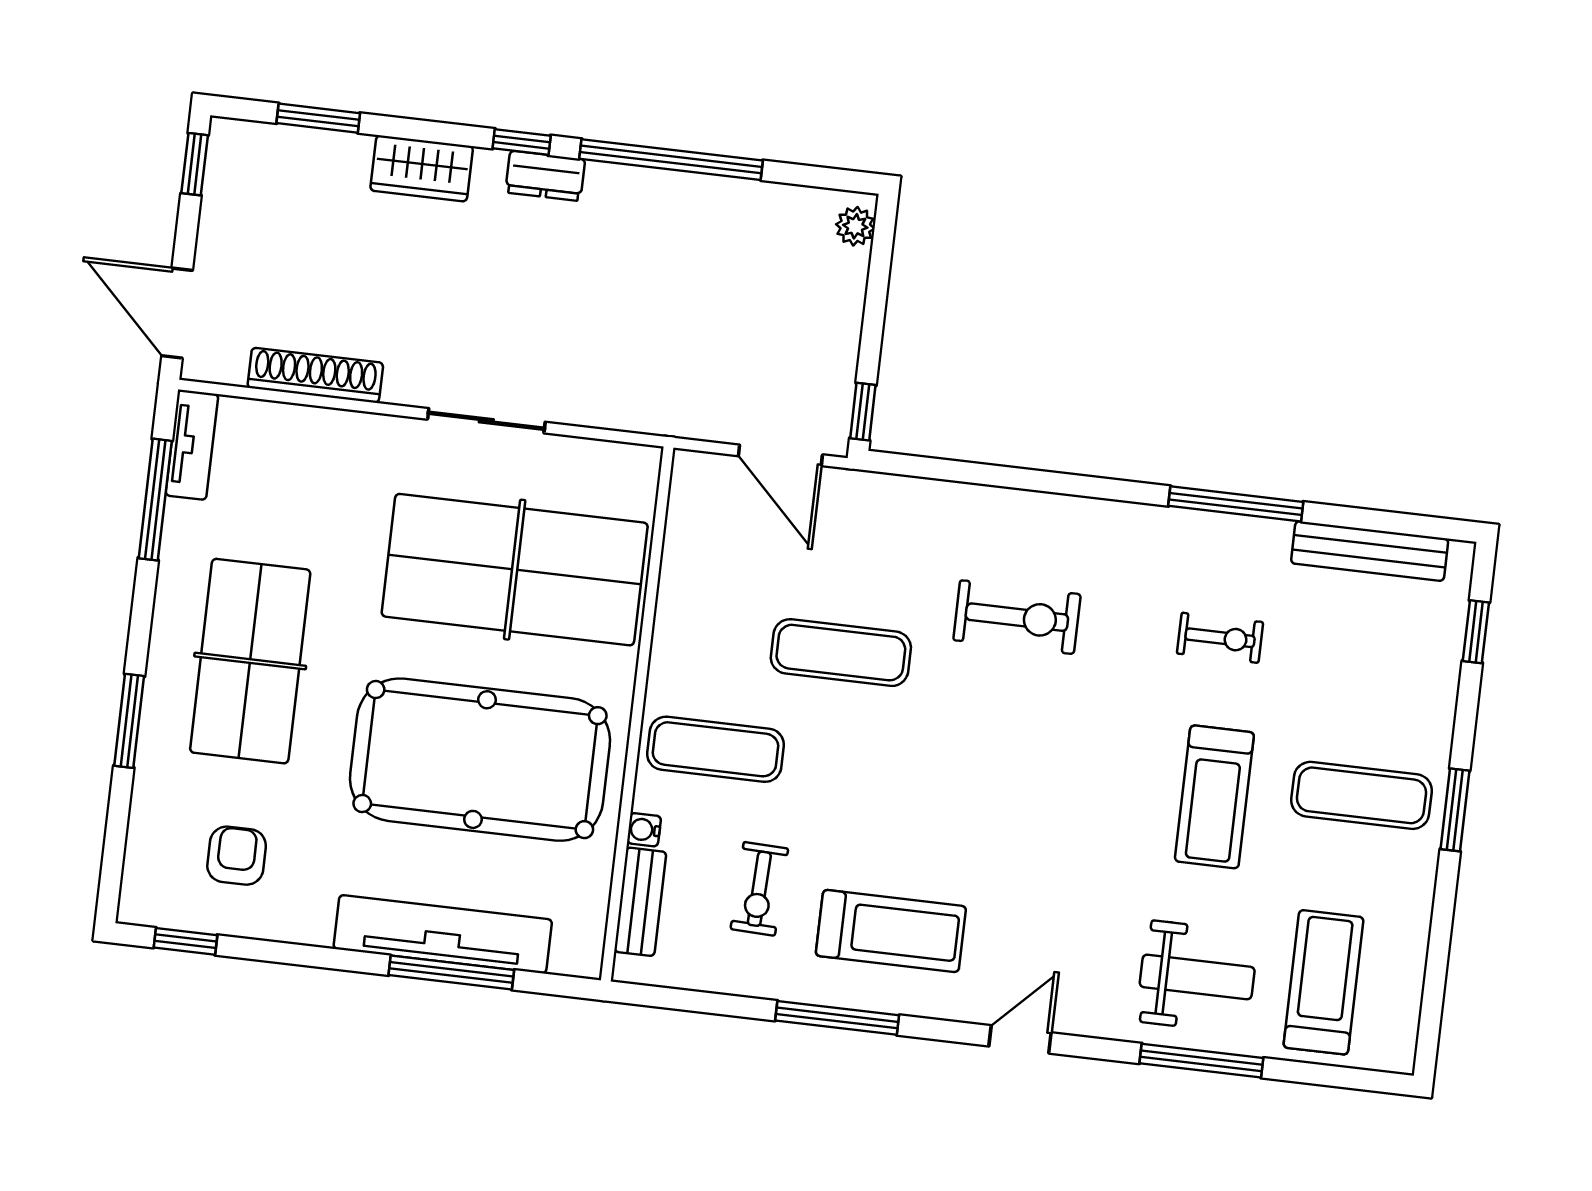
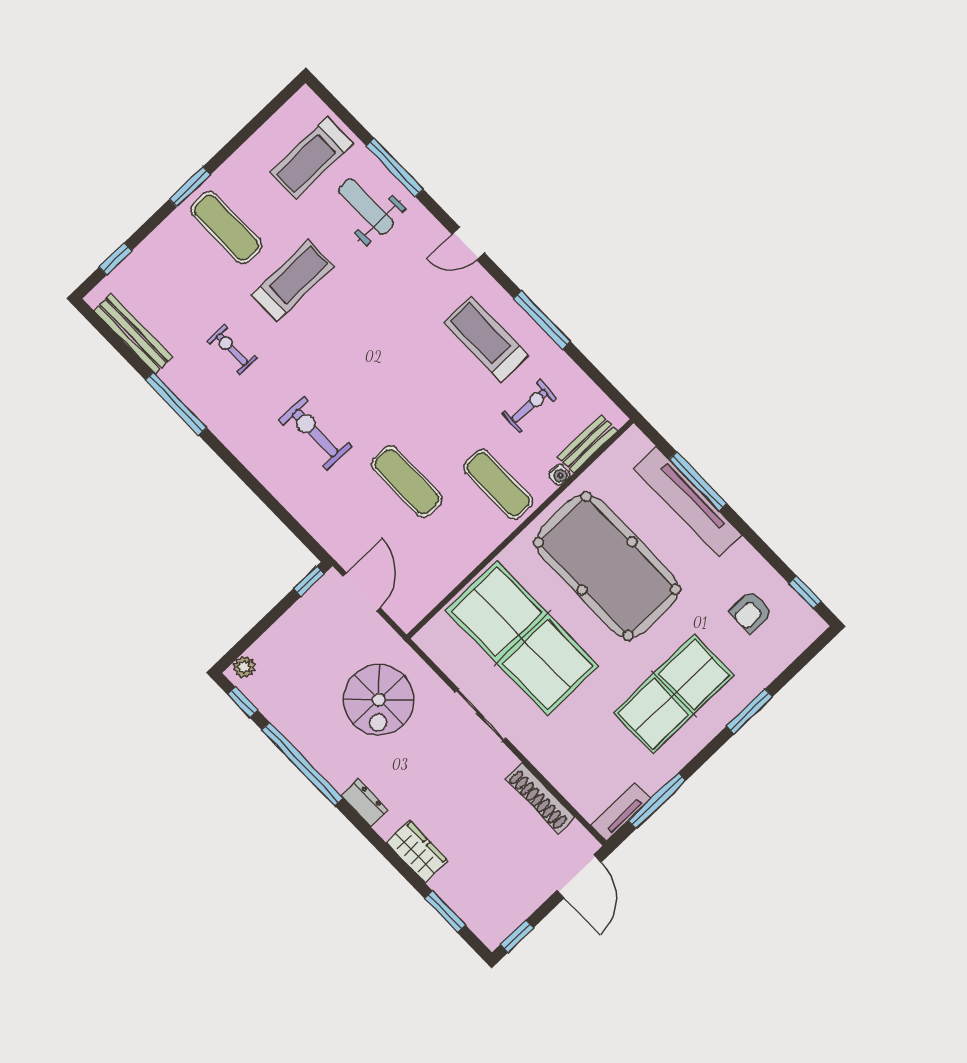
window: (522, 142) -> (243, 702), moved
spiral stairs: (639, 330) -> (379, 700), added

